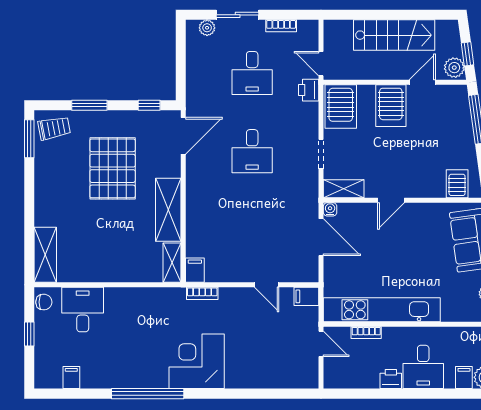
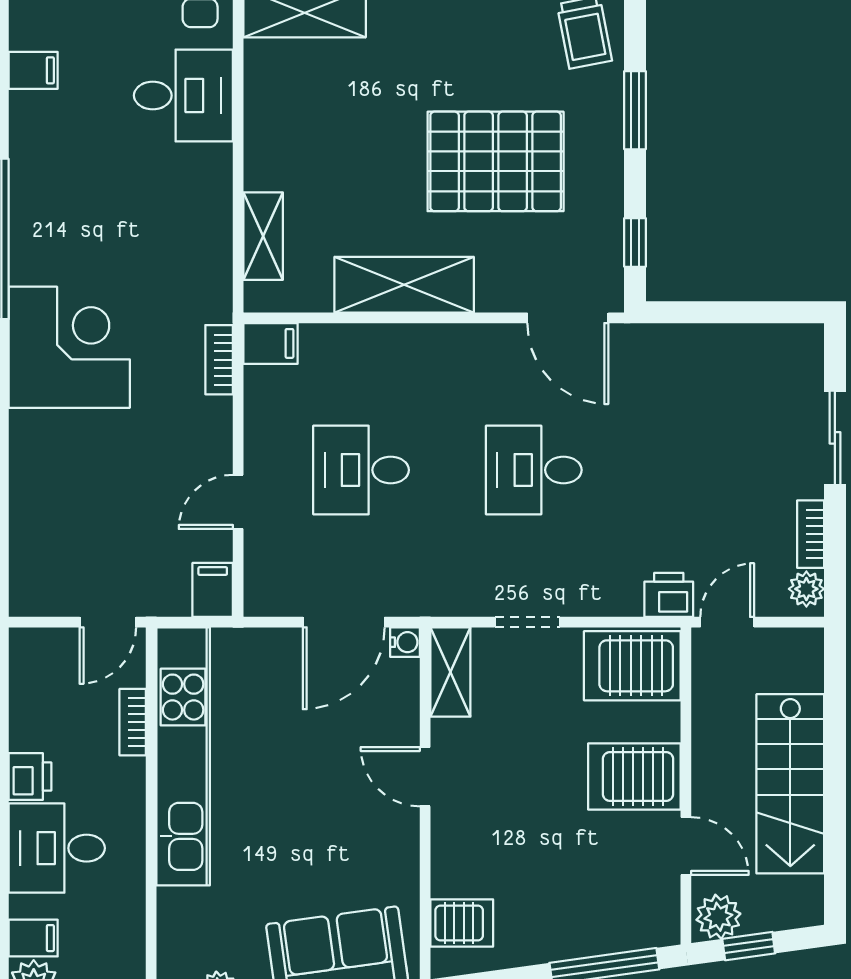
plant: (207, 28) -> (806, 589), moved
desk: (252, 73) -> (361, 470), moved
shelving: (172, 263) -> (263, 236), moved, turned 90

